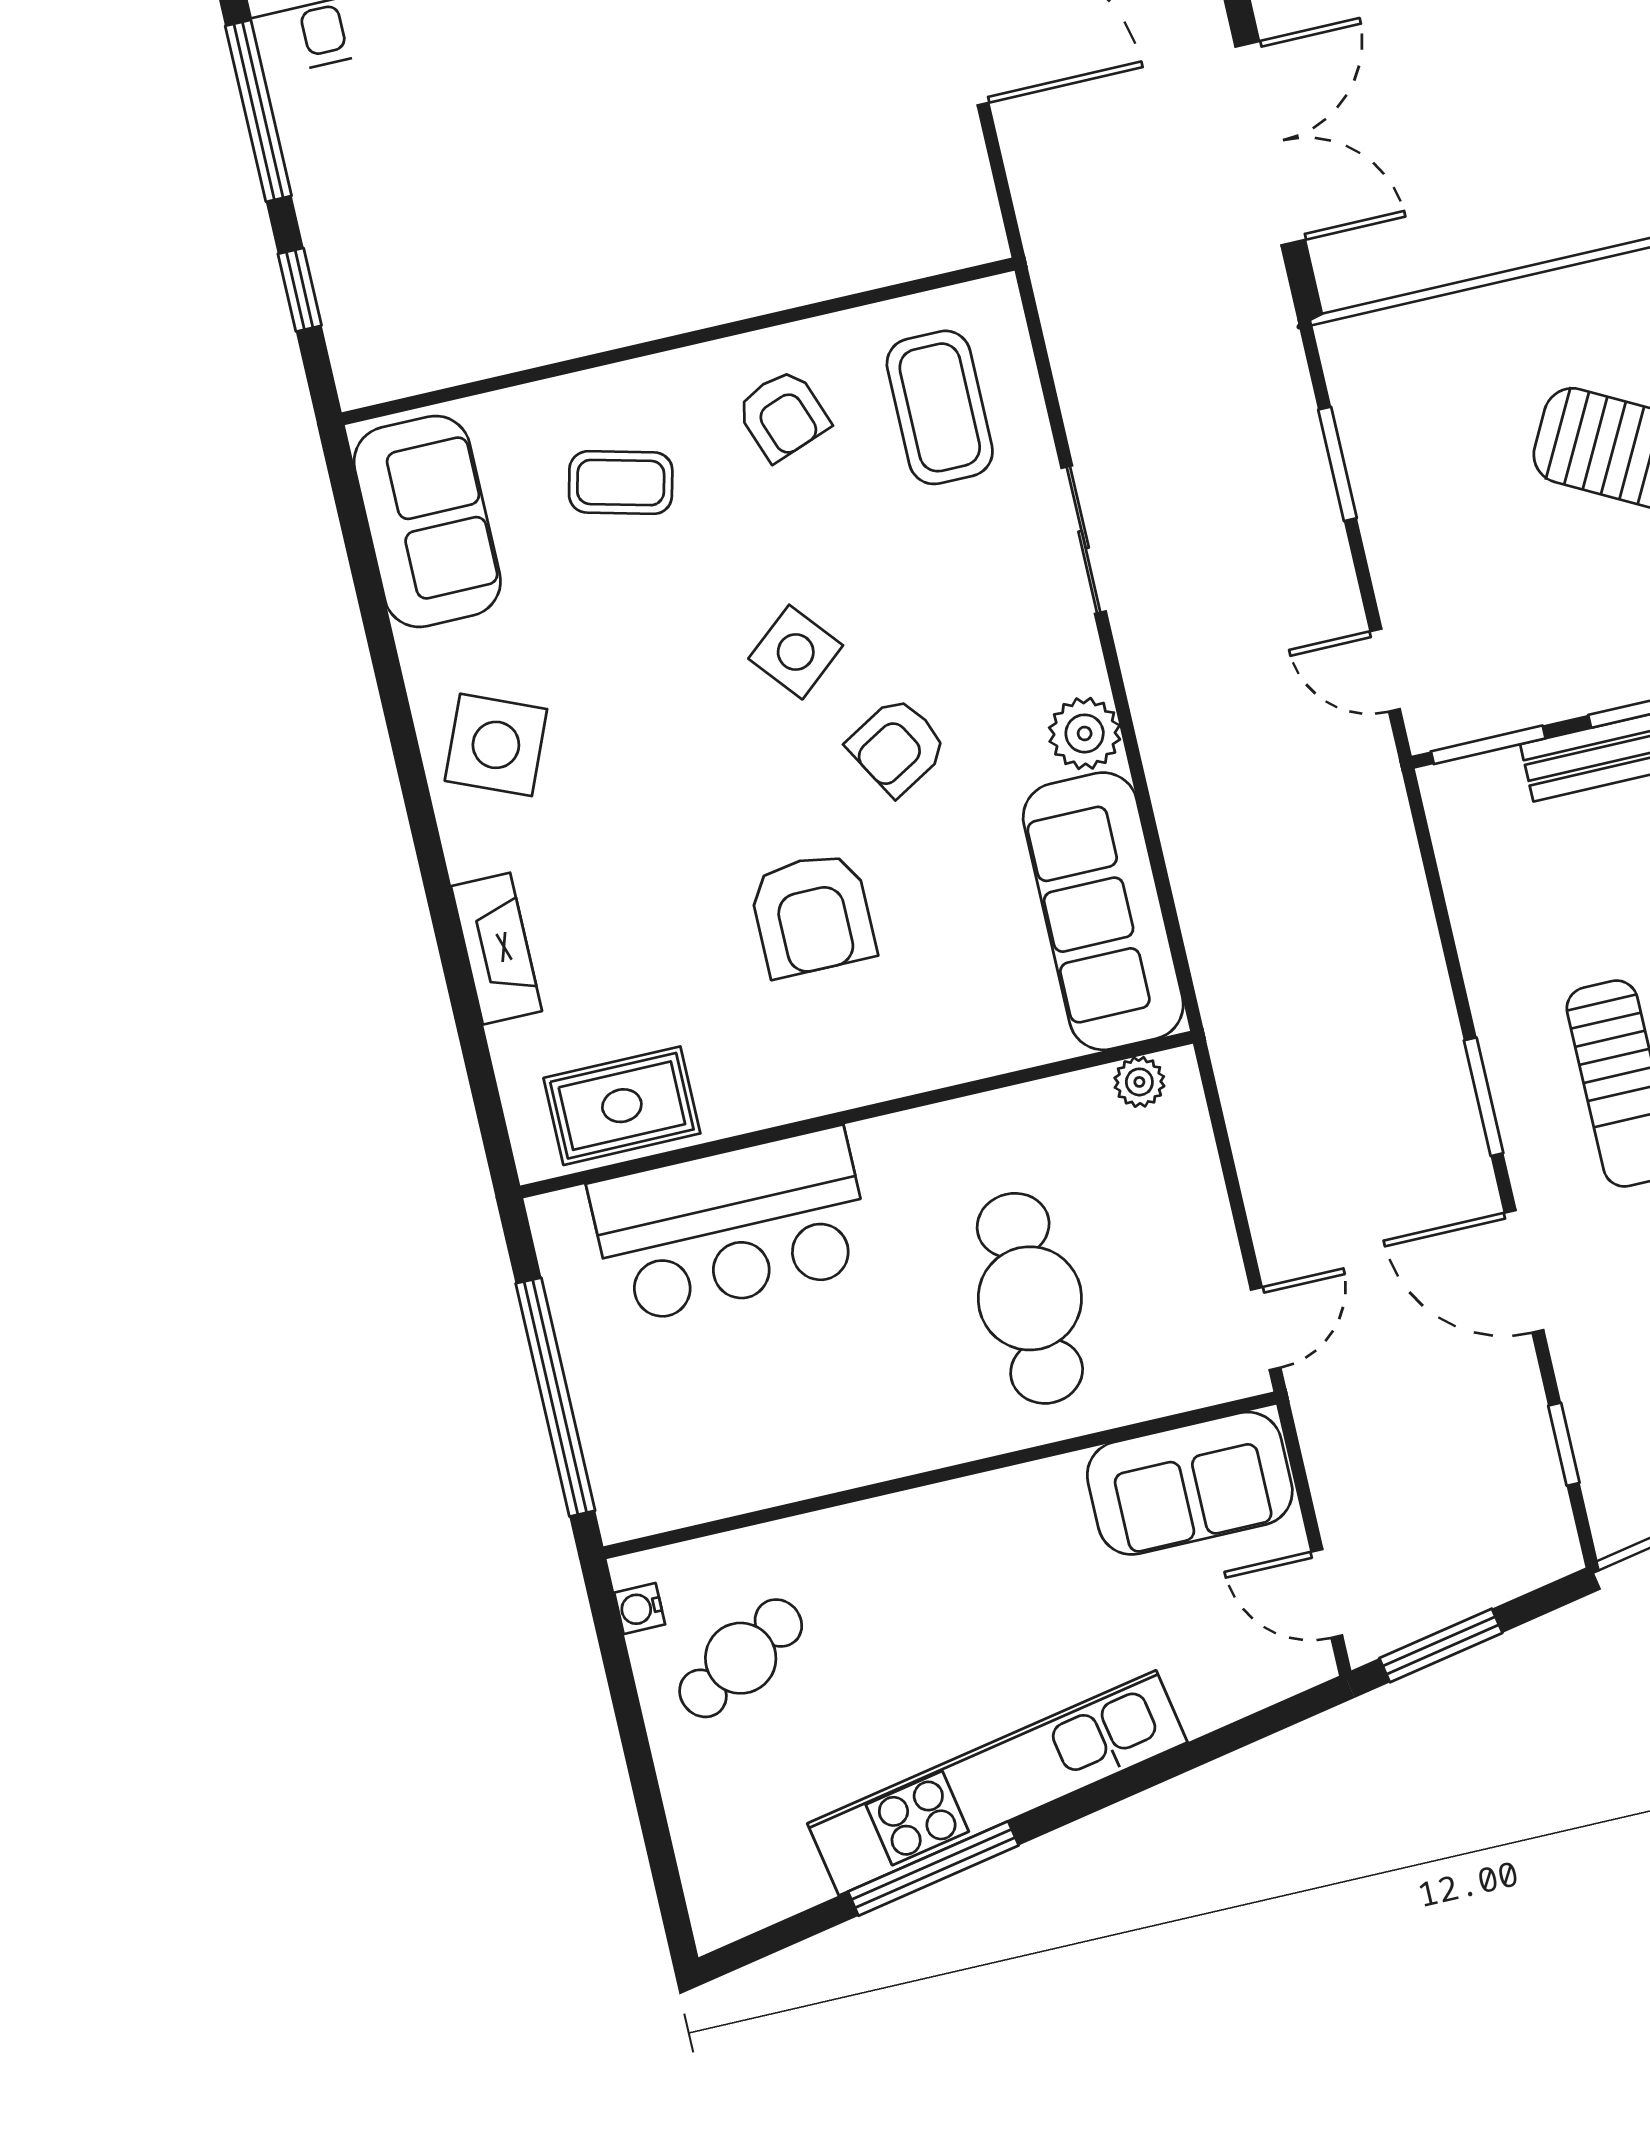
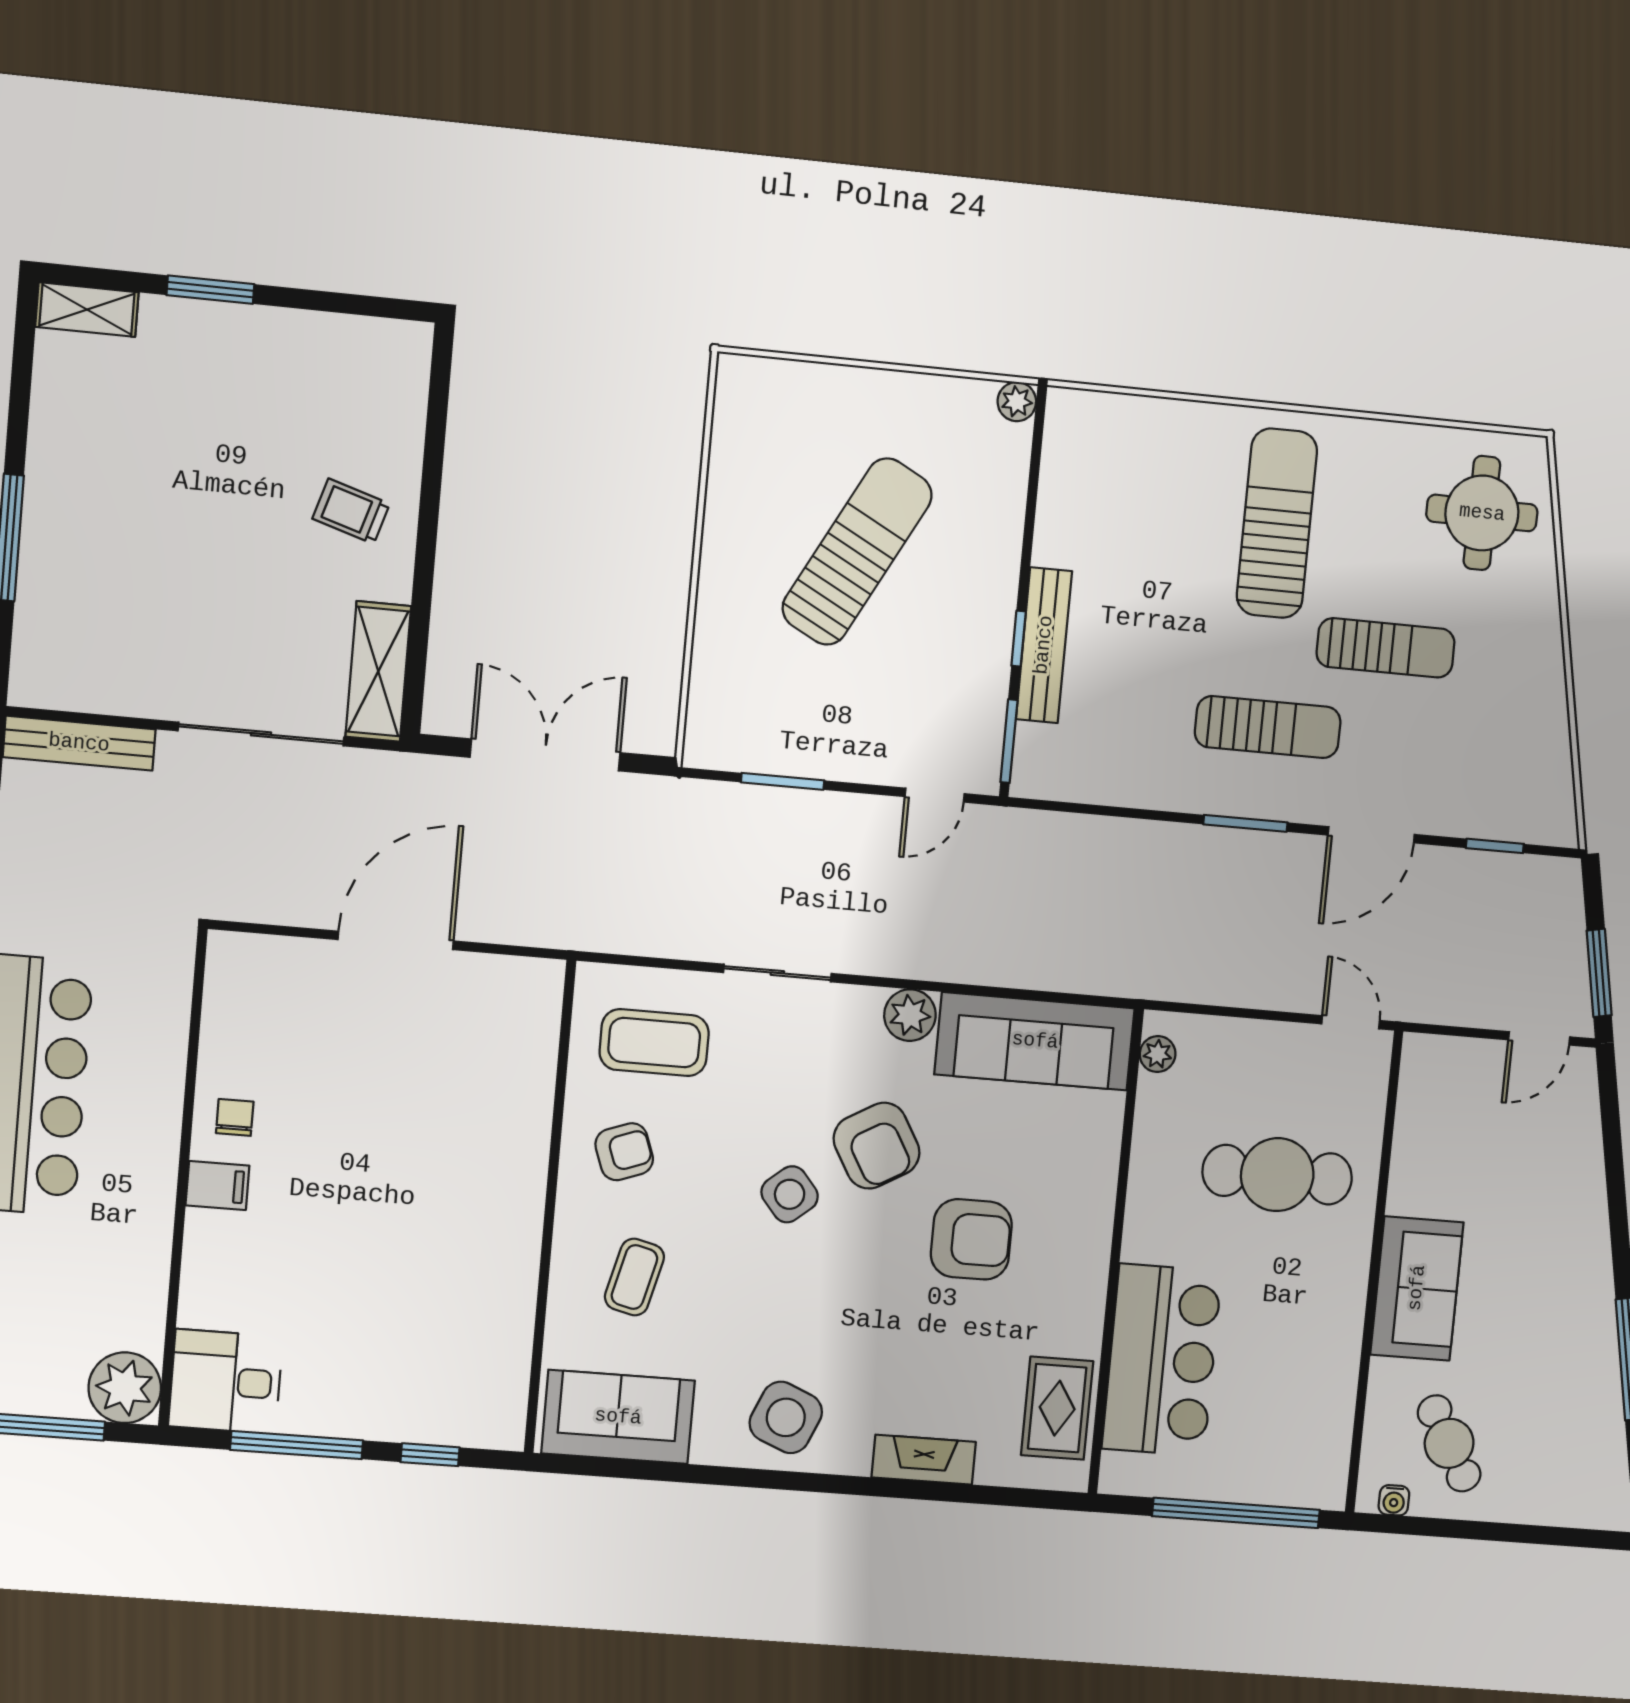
armchair: (897, 746) -> (877, 1146), width x1.38, depth x1.38
sofa: (1190, 1483) -> (1417, 1288), moved
kitchen unit: (997, 1783) -> (1588, 1299), removed

